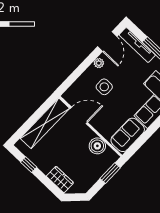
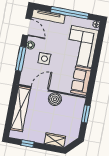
window: (79, 71) -> (21, 59), added
boiler: (97, 146) -> (55, 99), moved

